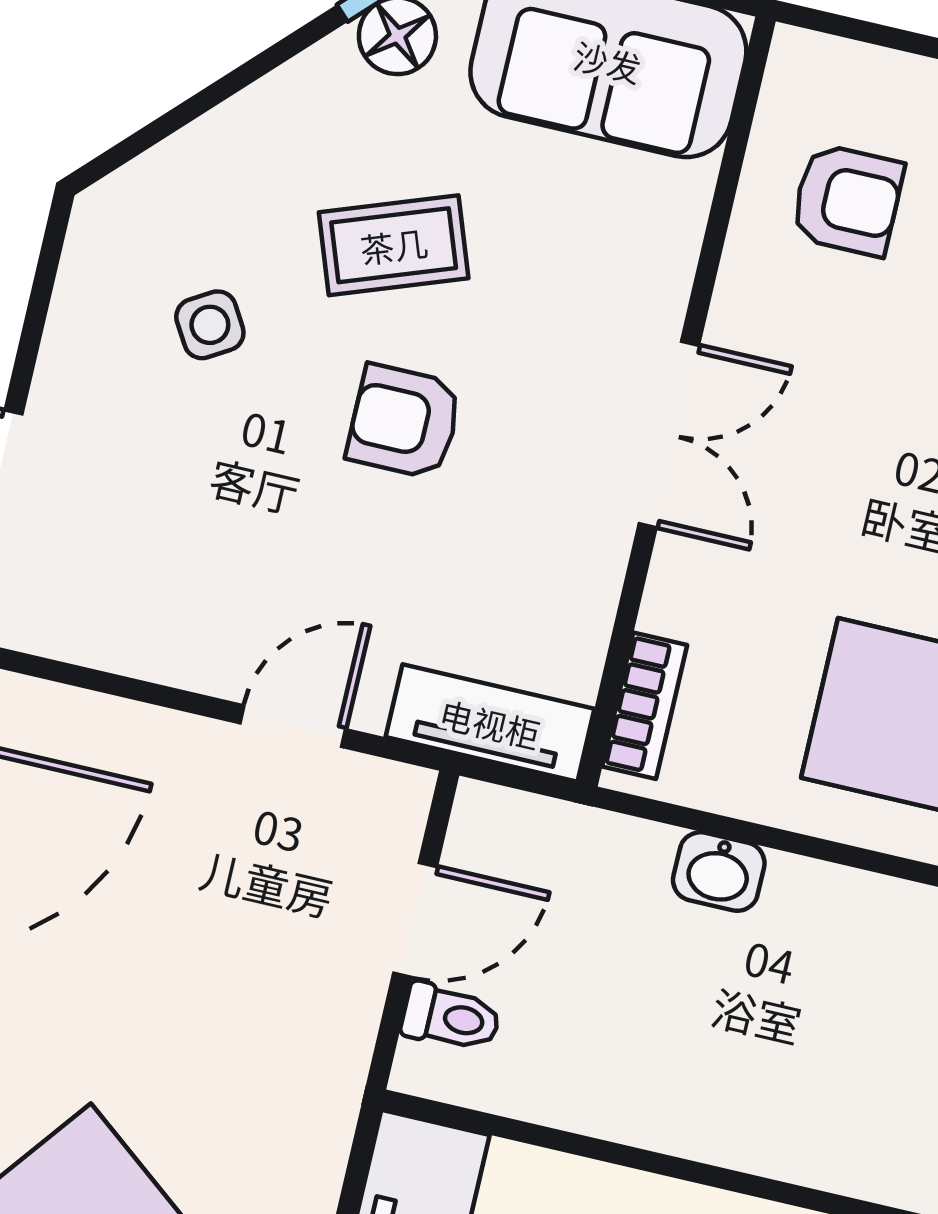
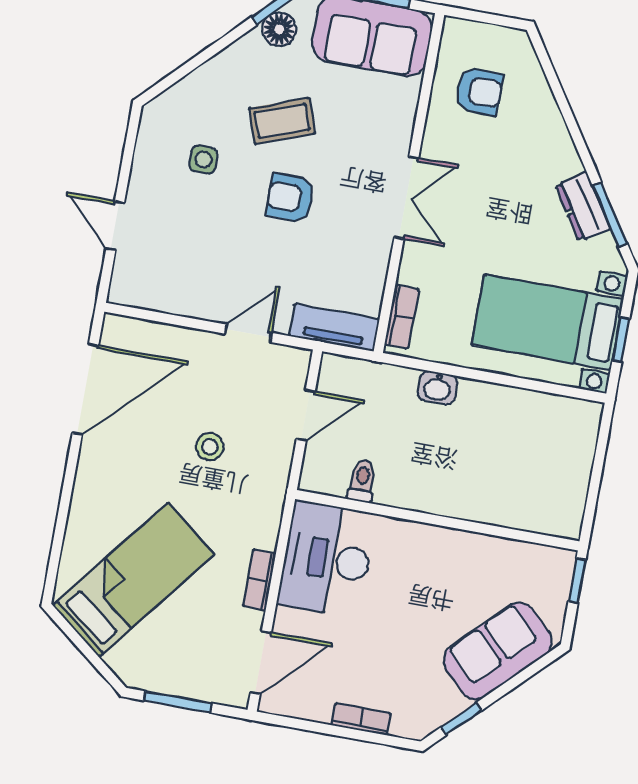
side table: (210, 325) -> (203, 160), turned 31
stool: (193, 981) -> (210, 447), added
toilet: (451, 1017) -> (362, 481), moved, turned -90

